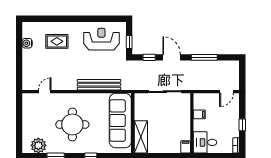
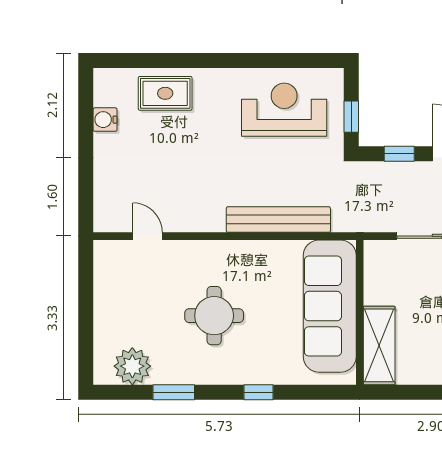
rug: (57, 41) -> (165, 93), moved
door: (45, 92) -> (148, 236), hinge flipped
round table: (72, 124) -> (214, 316), width x0.73, depth x0.73

